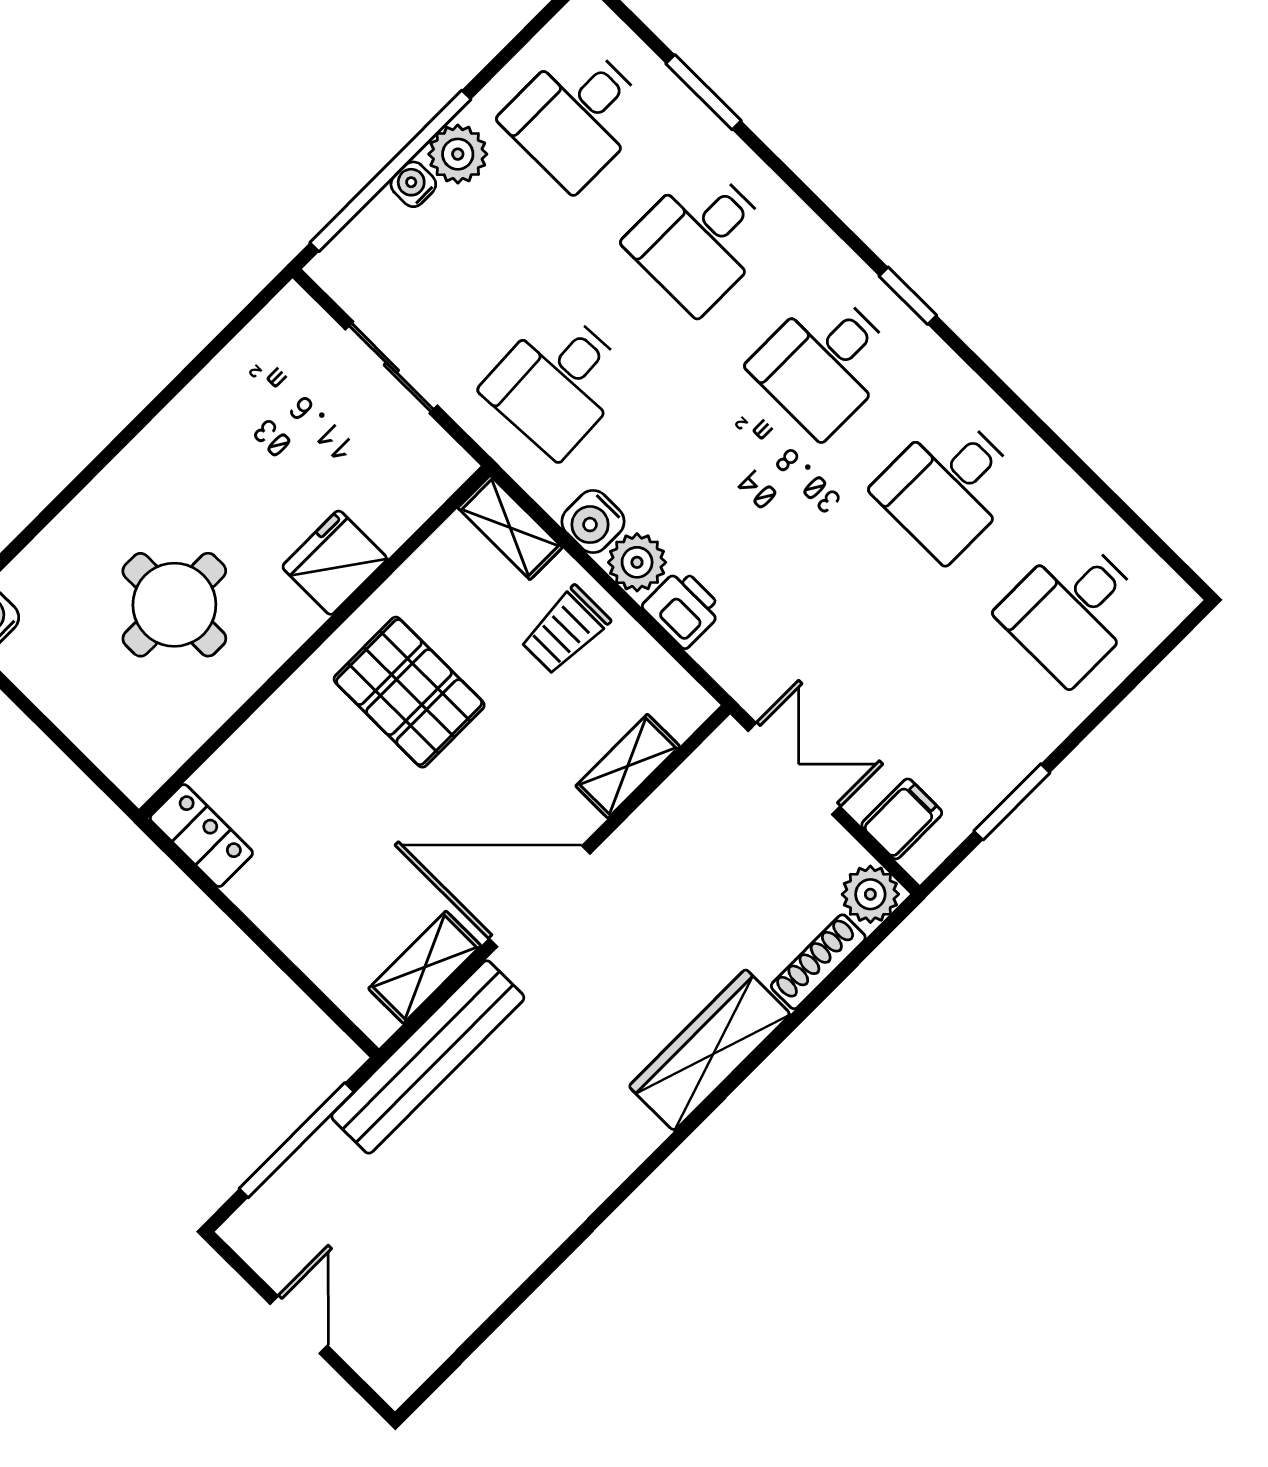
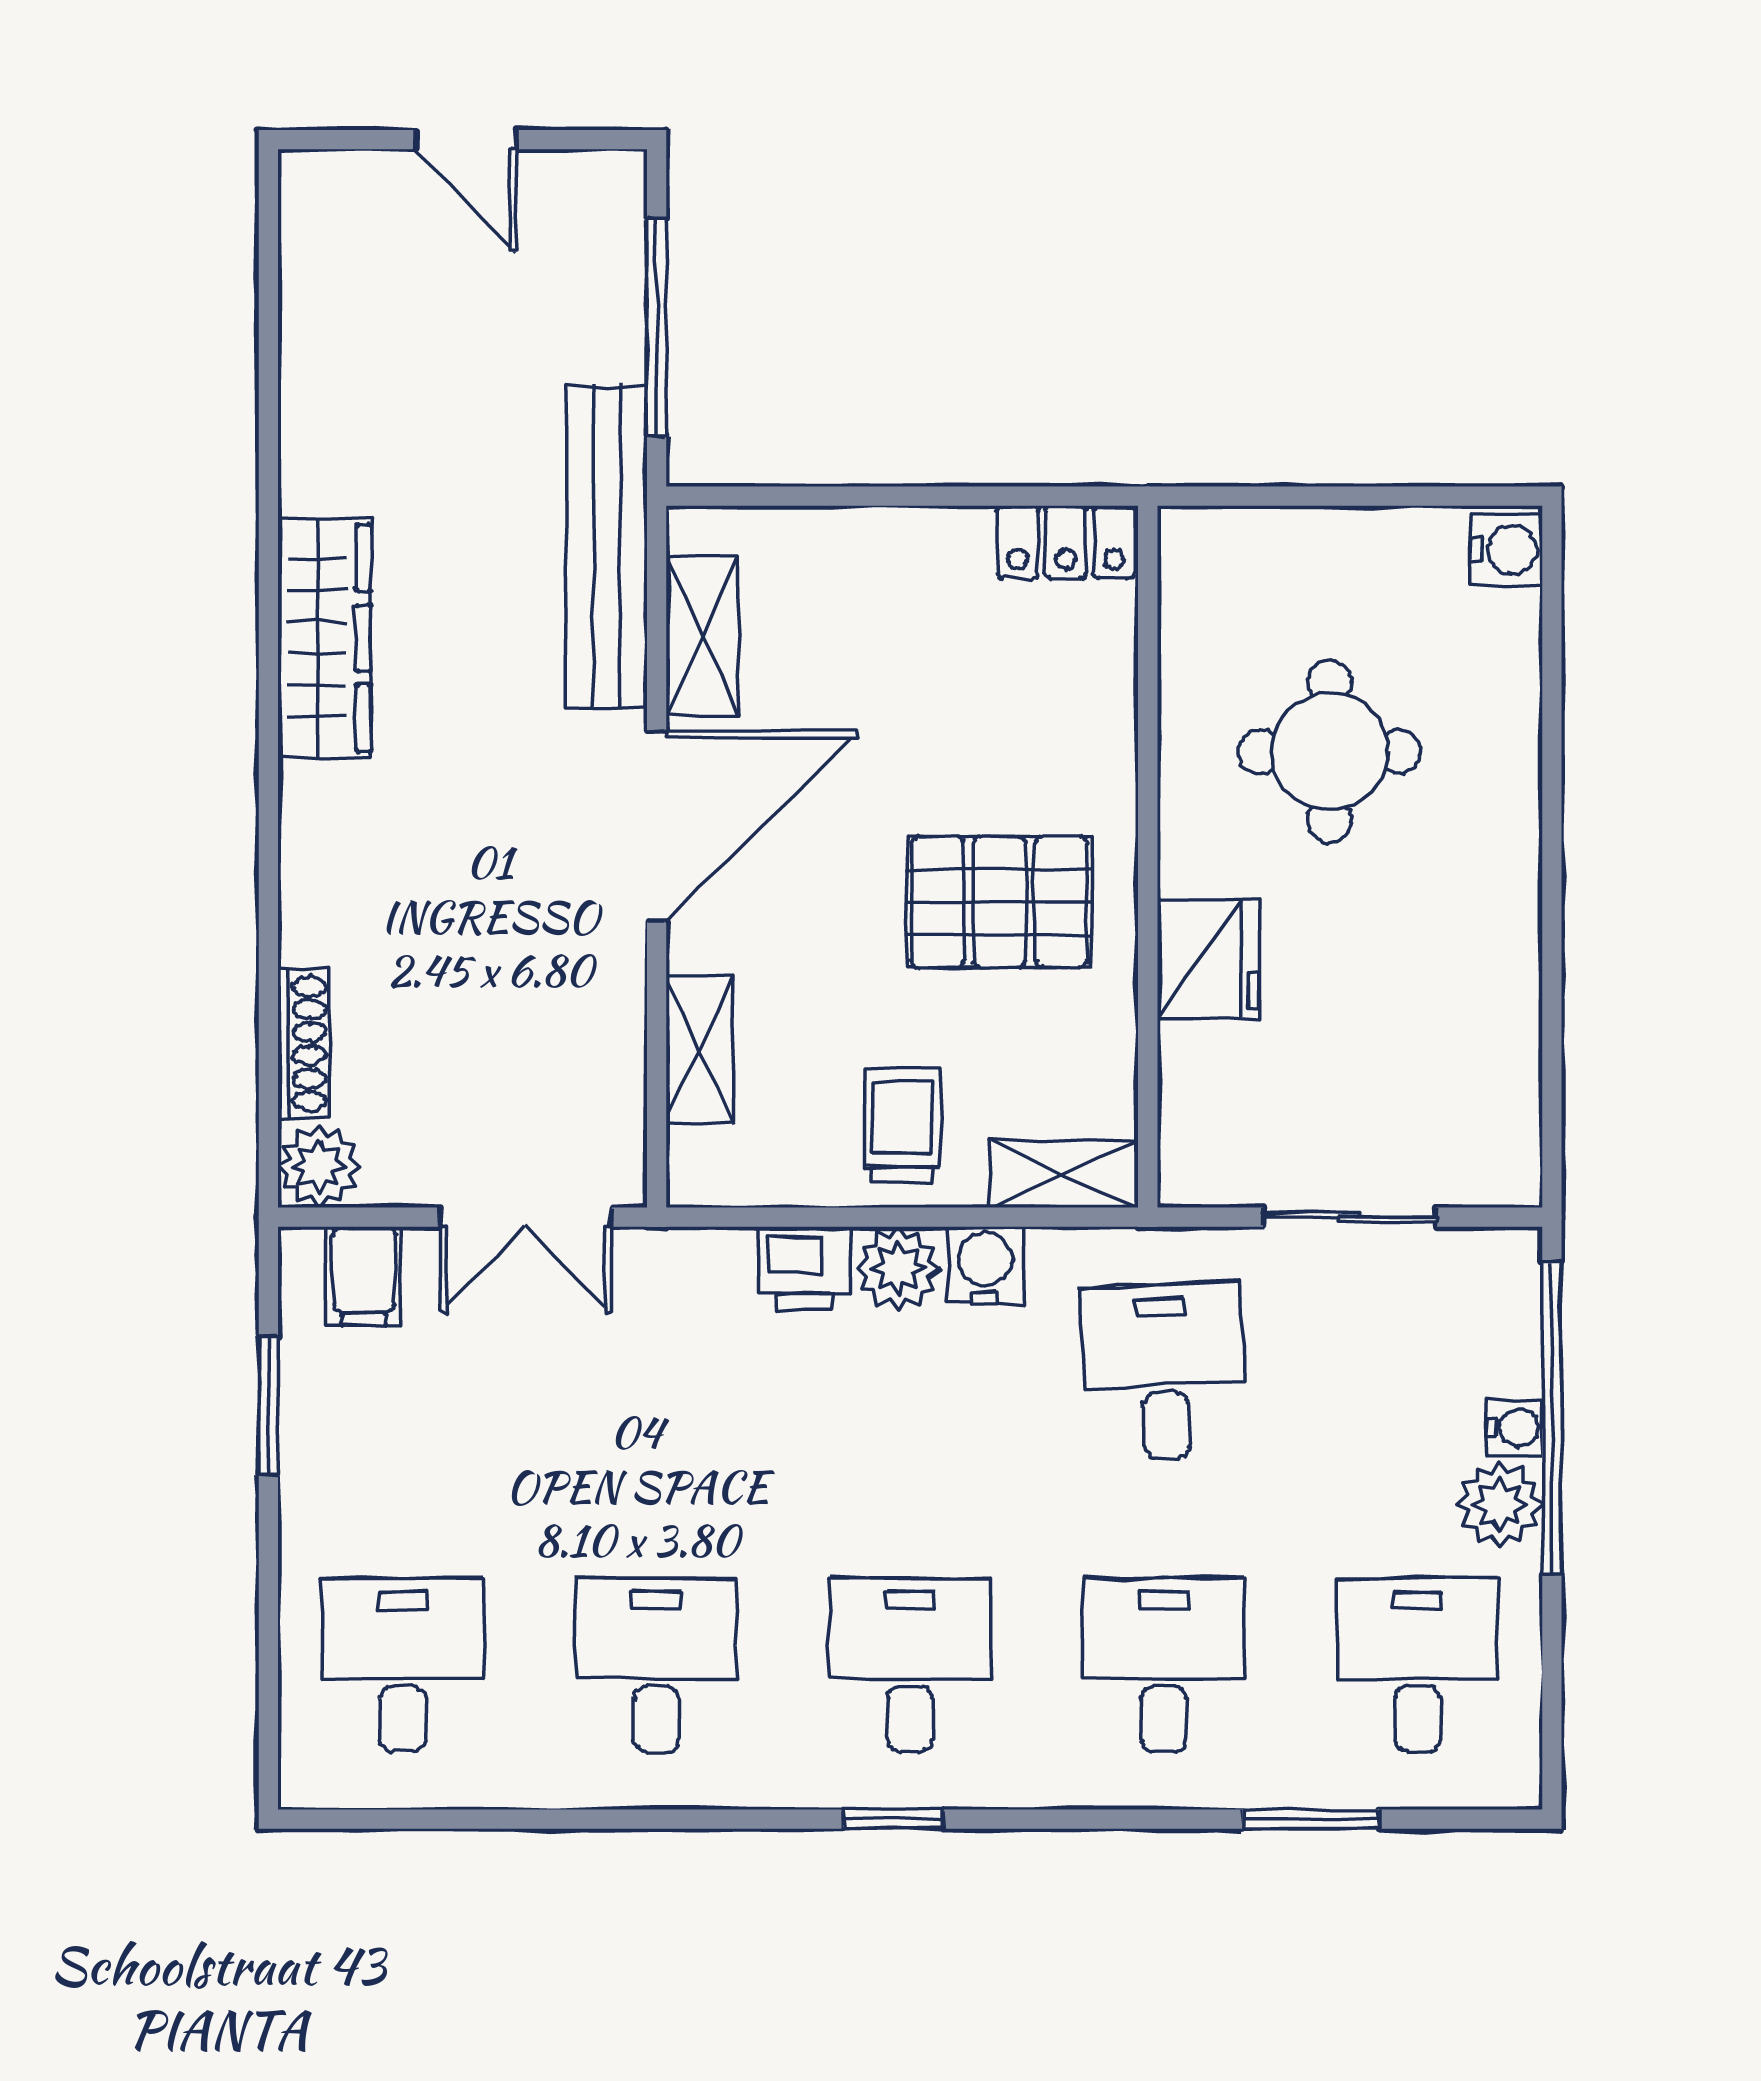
wardrobe: (710, 1050) -> (324, 638), moved

